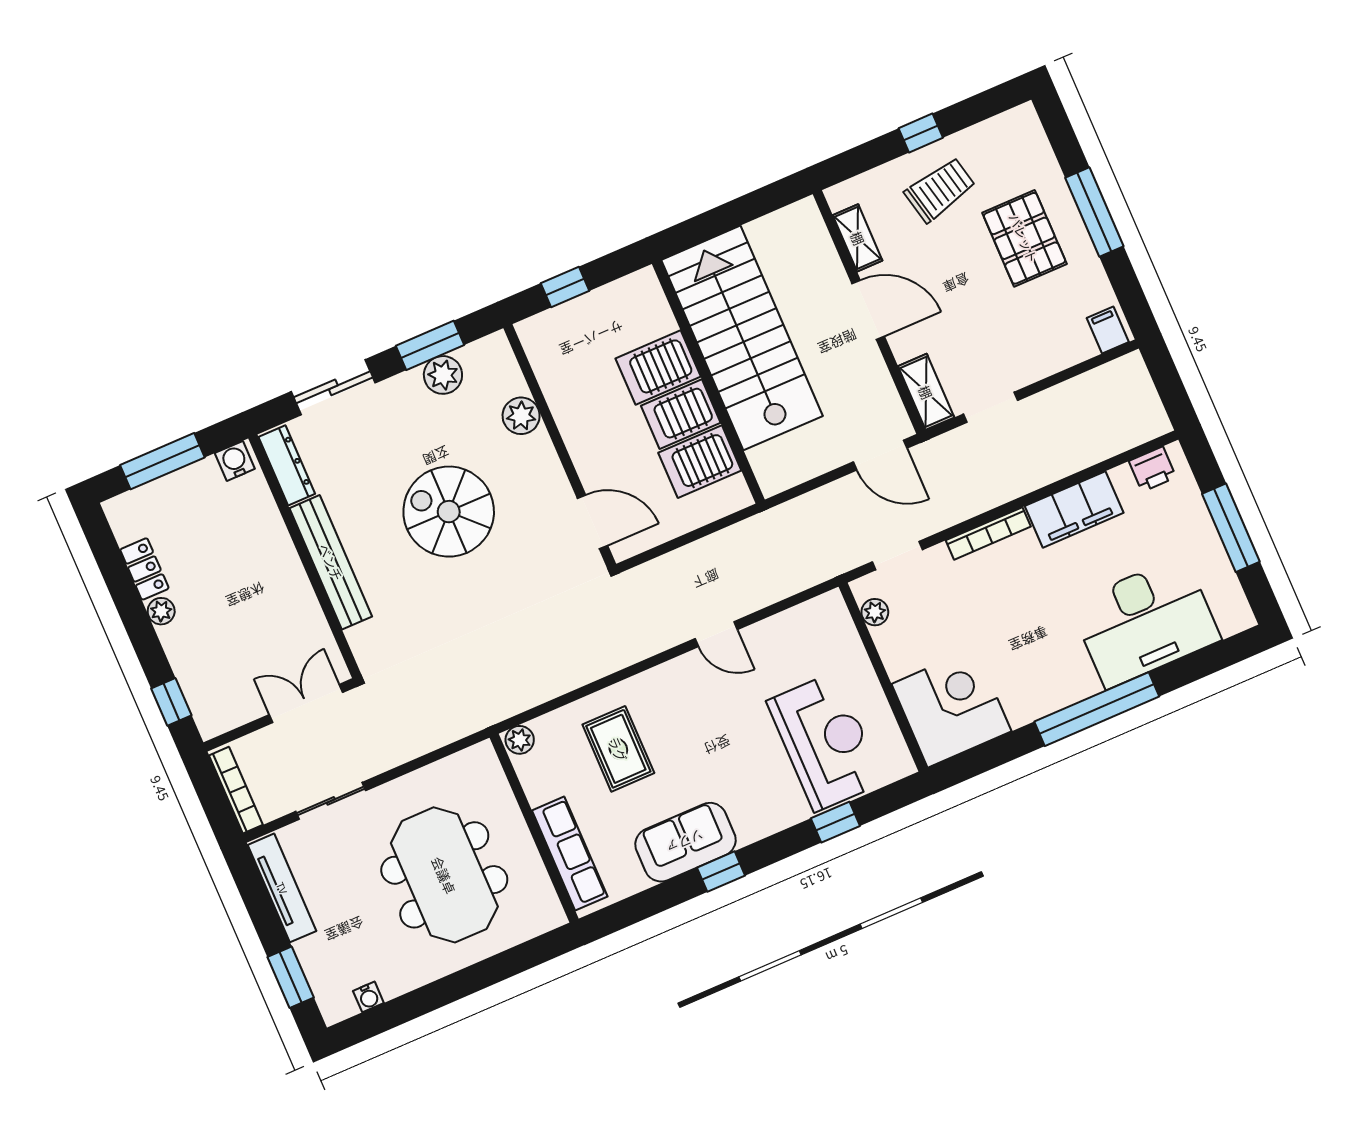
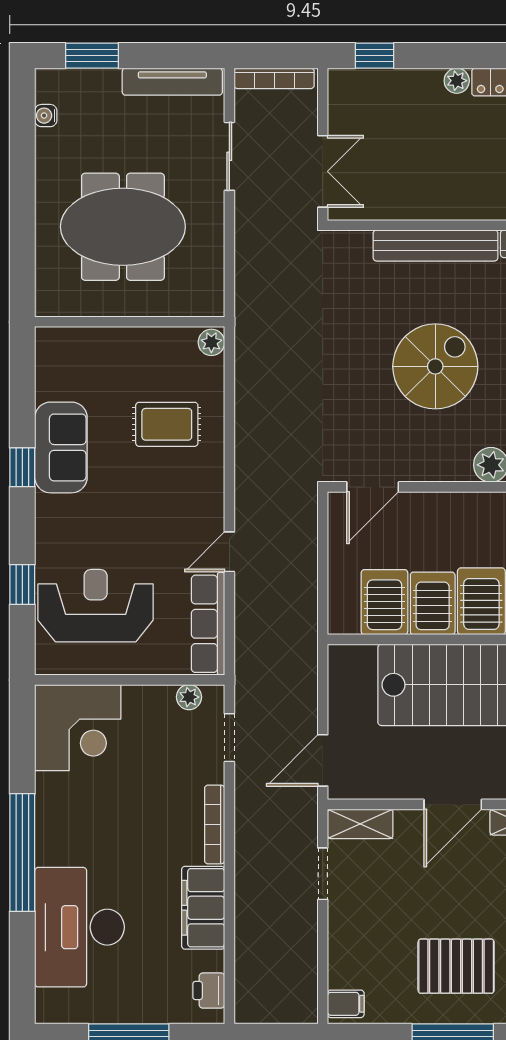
reception desk: (825, 742) -> (96, 606), turned 180
row of seats: (570, 854) -> (208, 624), moved, turned 90

